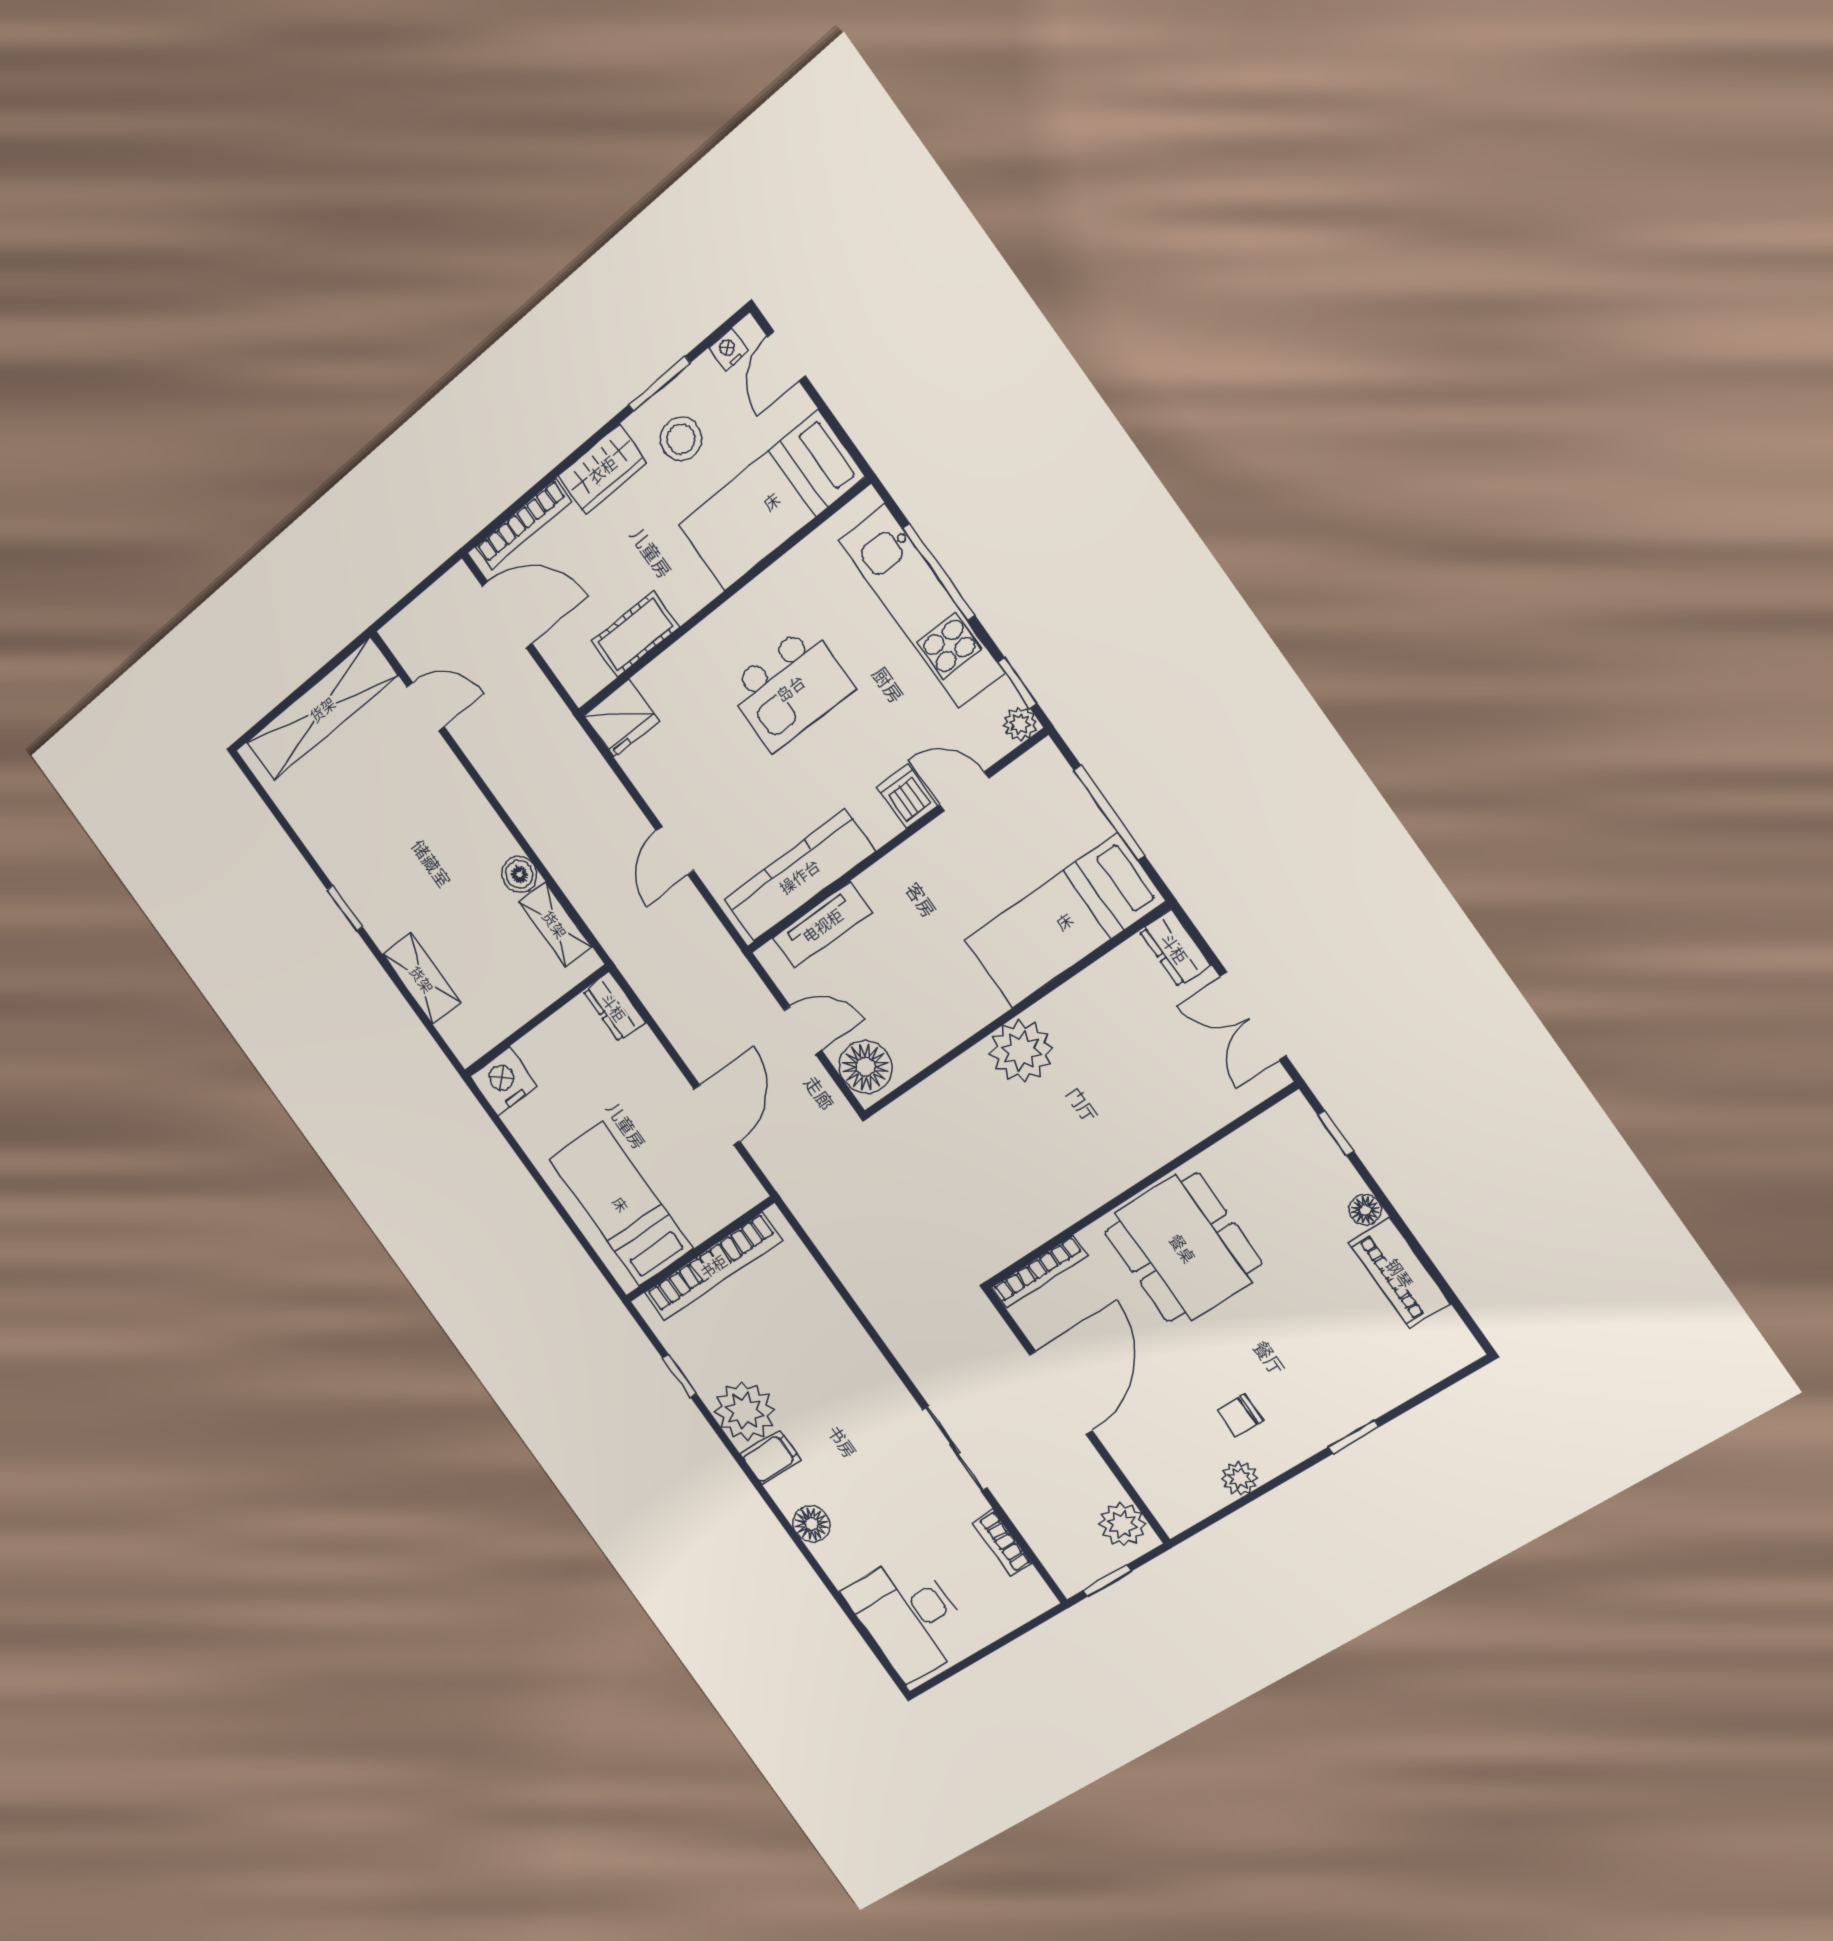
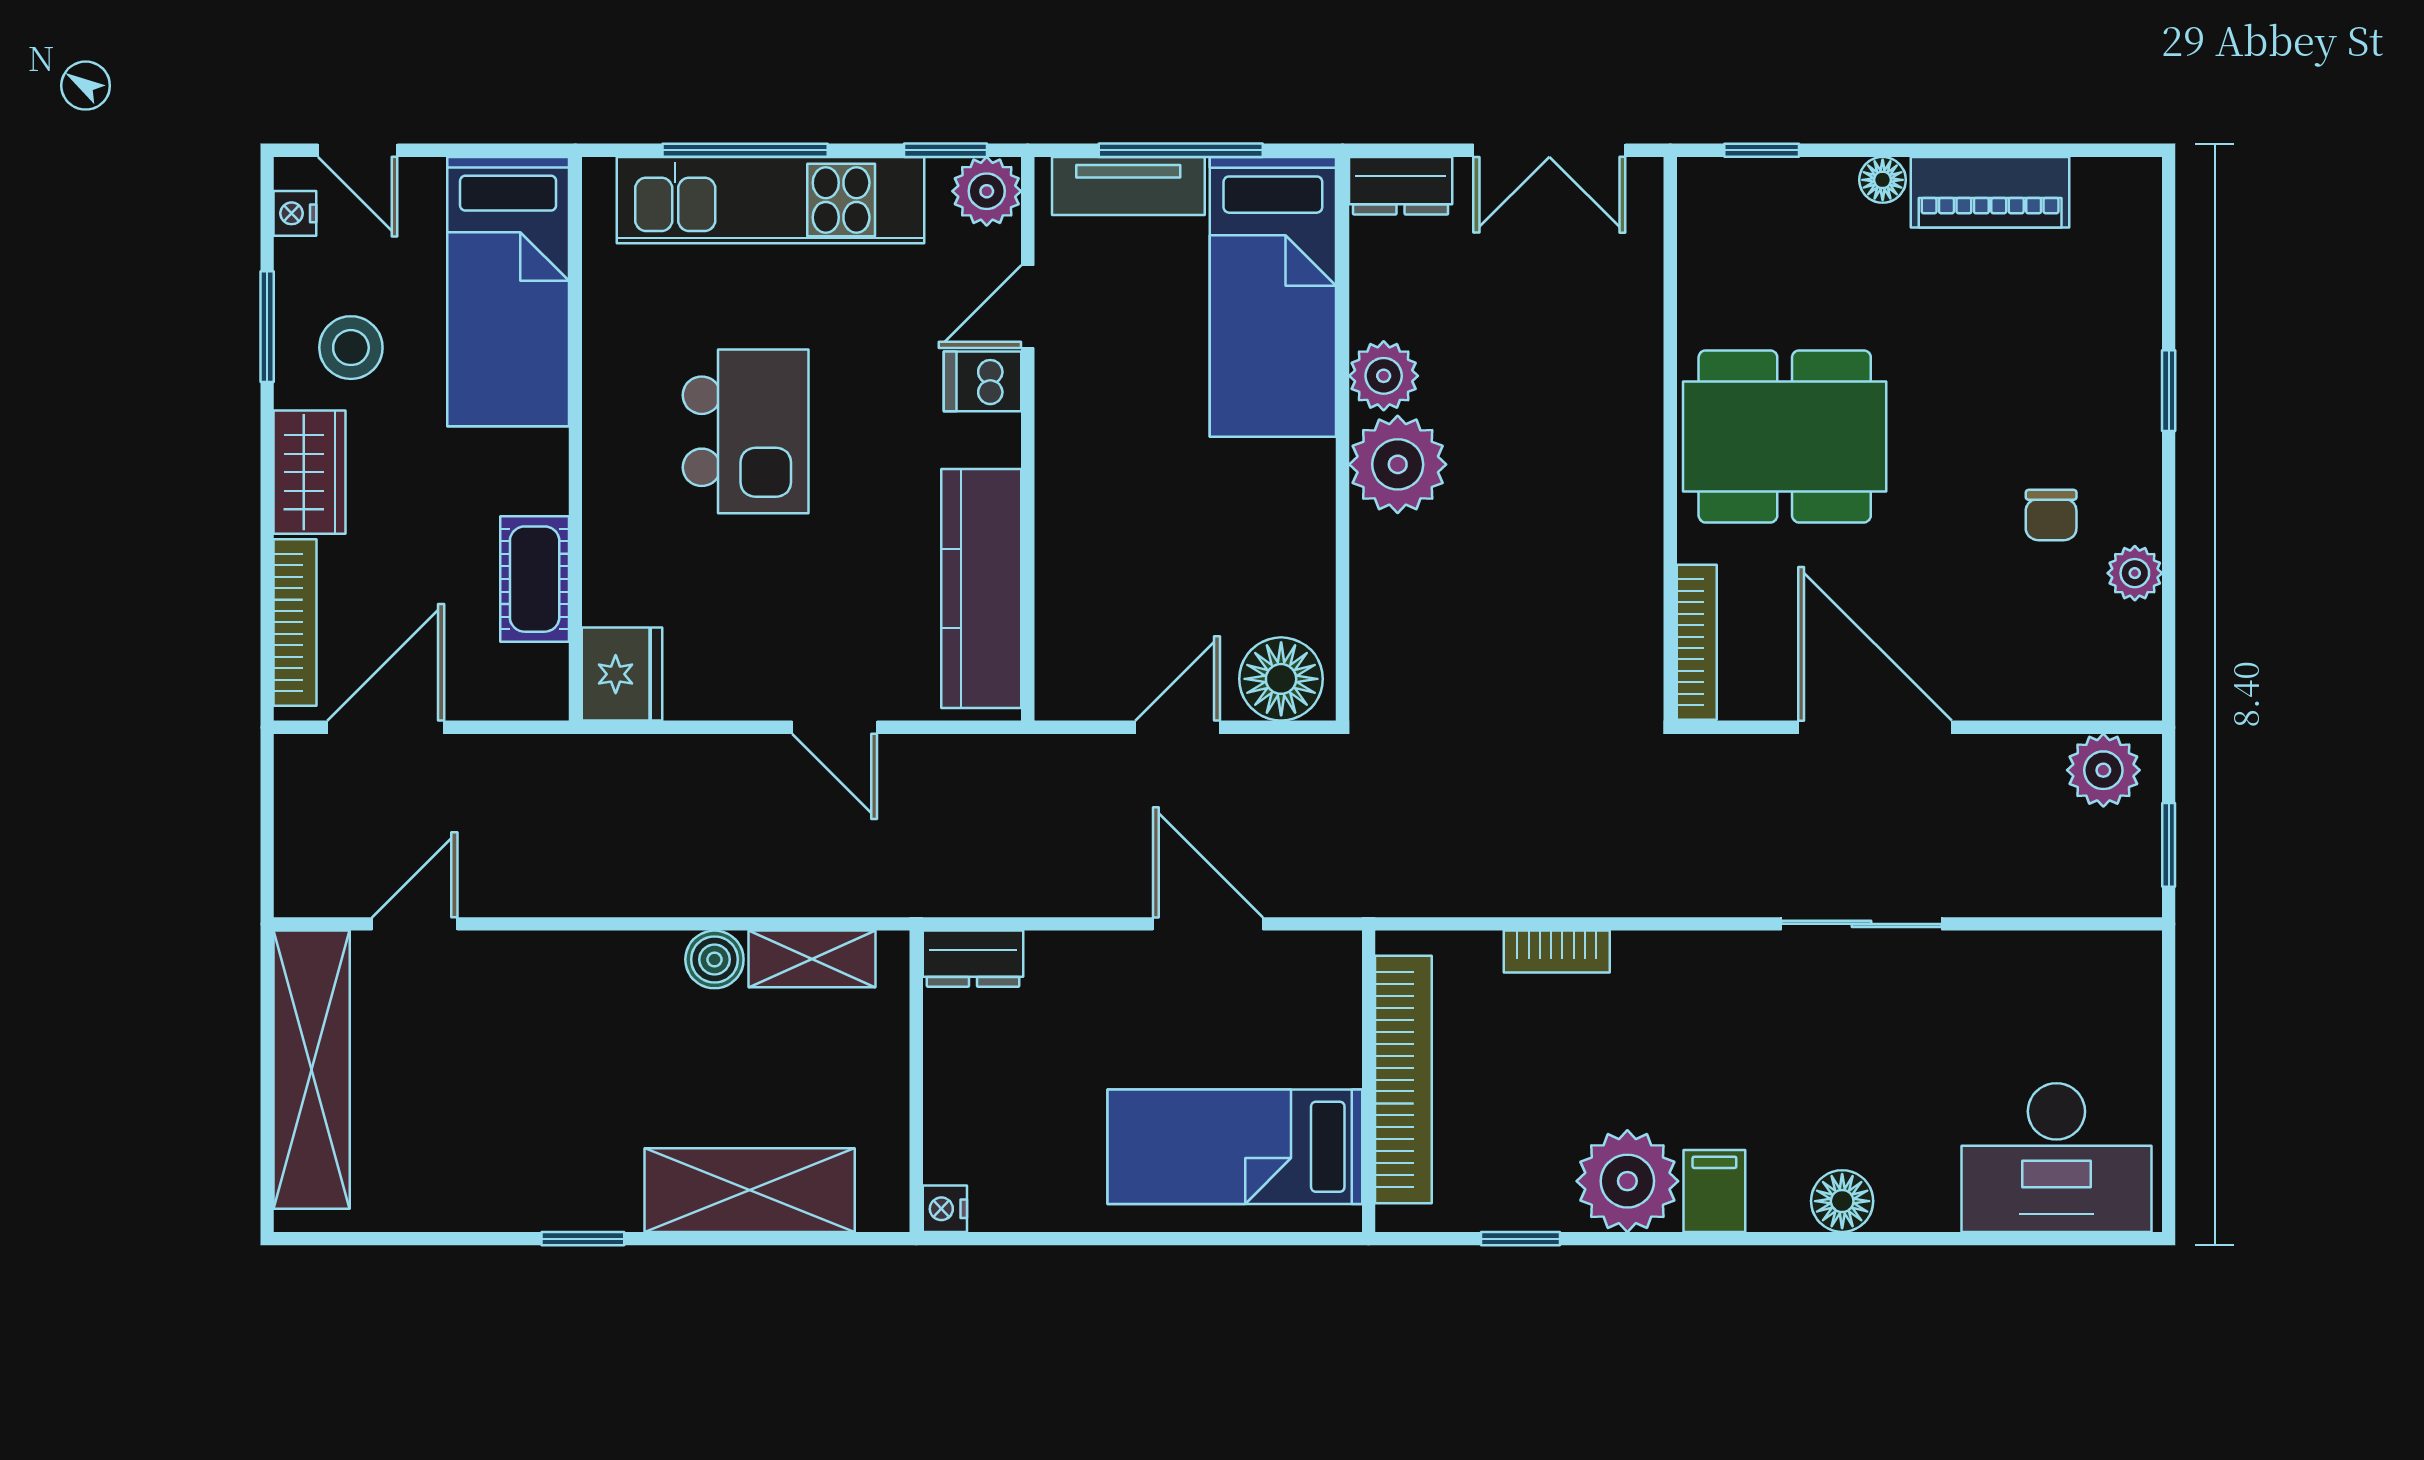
plant: (1020, 724) -> (987, 191), width x1.38, depth x1.38
tv unit: (822, 925) -> (1128, 186), moved, turned 90
shelving: (422, 979) -> (750, 1190), width x1.50, depth x1.33
plant: (1064, 1011) -> (1384, 376), added
nightstand: (504, 1081) -> (945, 1209), width x0.53, depth x0.56
bookcase: (1002, 1543) -> (1557, 952), moved

